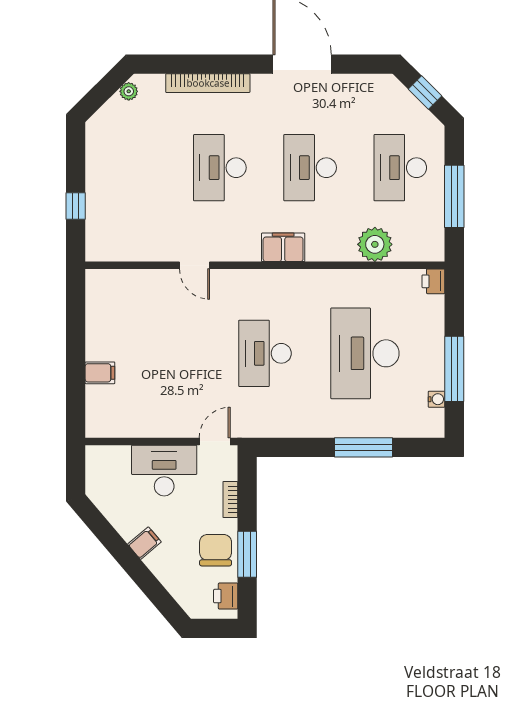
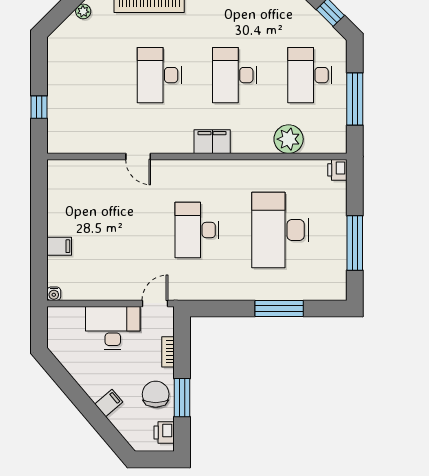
water cooler: (437, 399) -> (54, 294), moved, turned 90
filing cabinet: (144, 543) -> (109, 403), moved

